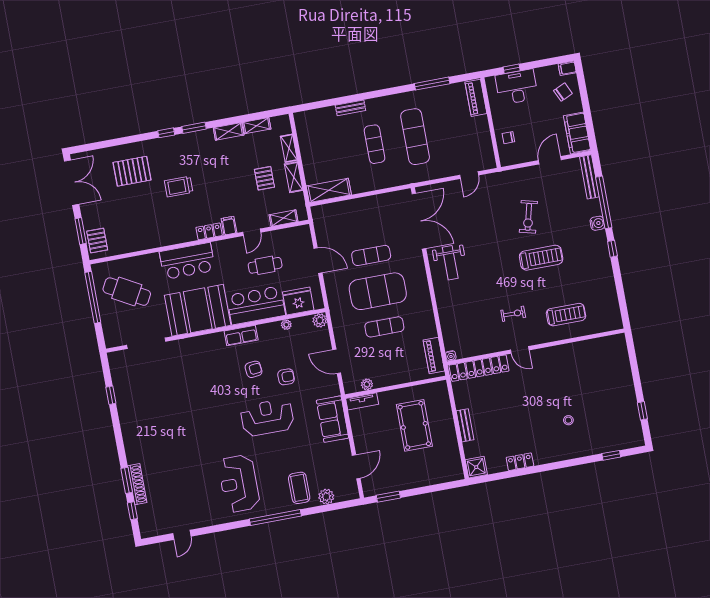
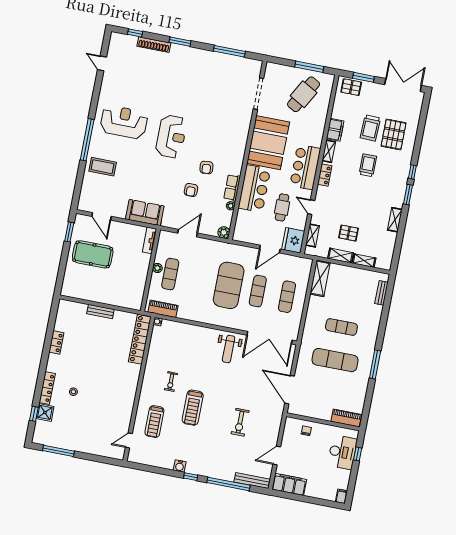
window: (432, 84) -> (375, 364), moved
chair: (563, 92) -> (325, 486), removed
bench: (350, 108) -> (381, 293), moved
shelving: (257, 126) -> (329, 151), moved
door: (550, 160) -> (277, 455), swing flipped
door: (469, 175) -> (290, 390), width x1.88
double door: (72, 183) -> (403, 85), swing flipped
trolley: (135, 201) -> (370, 128), added
exercise bike: (528, 217) -> (240, 422), turned -104
exercise mat: (365, 220) -> (287, 297), added
water cooler: (597, 223) -> (180, 466), moved
filing cabinet: (229, 226) -> (335, 130), moved, width x2.00
treadmill: (541, 258) -> (193, 408), moved
bar counter: (187, 261) -> (305, 167), moved
weight bench: (450, 263) -> (229, 349), turned -90
window: (93, 297) -> (309, 67), width x0.68
fridge: (298, 301) -> (293, 240), moved, turned 180
exercise mat: (384, 327) -> (170, 274), moved
row of seats: (241, 335) -> (232, 188), moved
door: (520, 350) -> (129, 440), moved
plant: (367, 384) -> (157, 268), moved
window: (111, 395) -> (229, 51), width x2.17
window: (642, 411) -> (58, 451), width x2.17
reception desk: (267, 418) -> (171, 136), moved
pool table: (414, 425) -> (93, 254), moved
locker: (576, 452) -> (47, 388), added
shower: (476, 467) -> (45, 412), moved
window: (127, 480) -> (180, 42), moved
plant: (326, 497) -> (88, 185), removed

